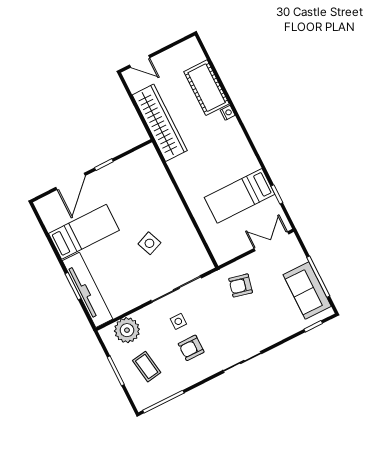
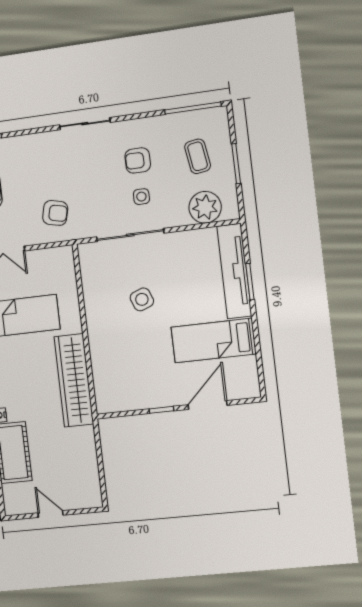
door: (140, 61) -> (51, 514), moved
wardrobe: (160, 123) -> (74, 380), moved
armchair: (191, 348) -> (138, 160), turned 180

